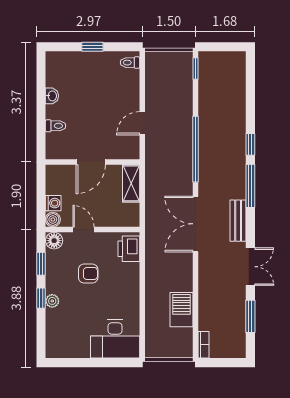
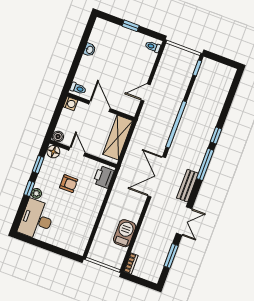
toilet: (56, 126) -> (78, 88), moved
door: (91, 162) -> (100, 106), swing flipped
shelving: (131, 183) -> (118, 138), width x1.50, depth x1.33
washing machine: (53, 203) -> (70, 104), moved
desk: (115, 339) -> (37, 220), moved, turned 90

